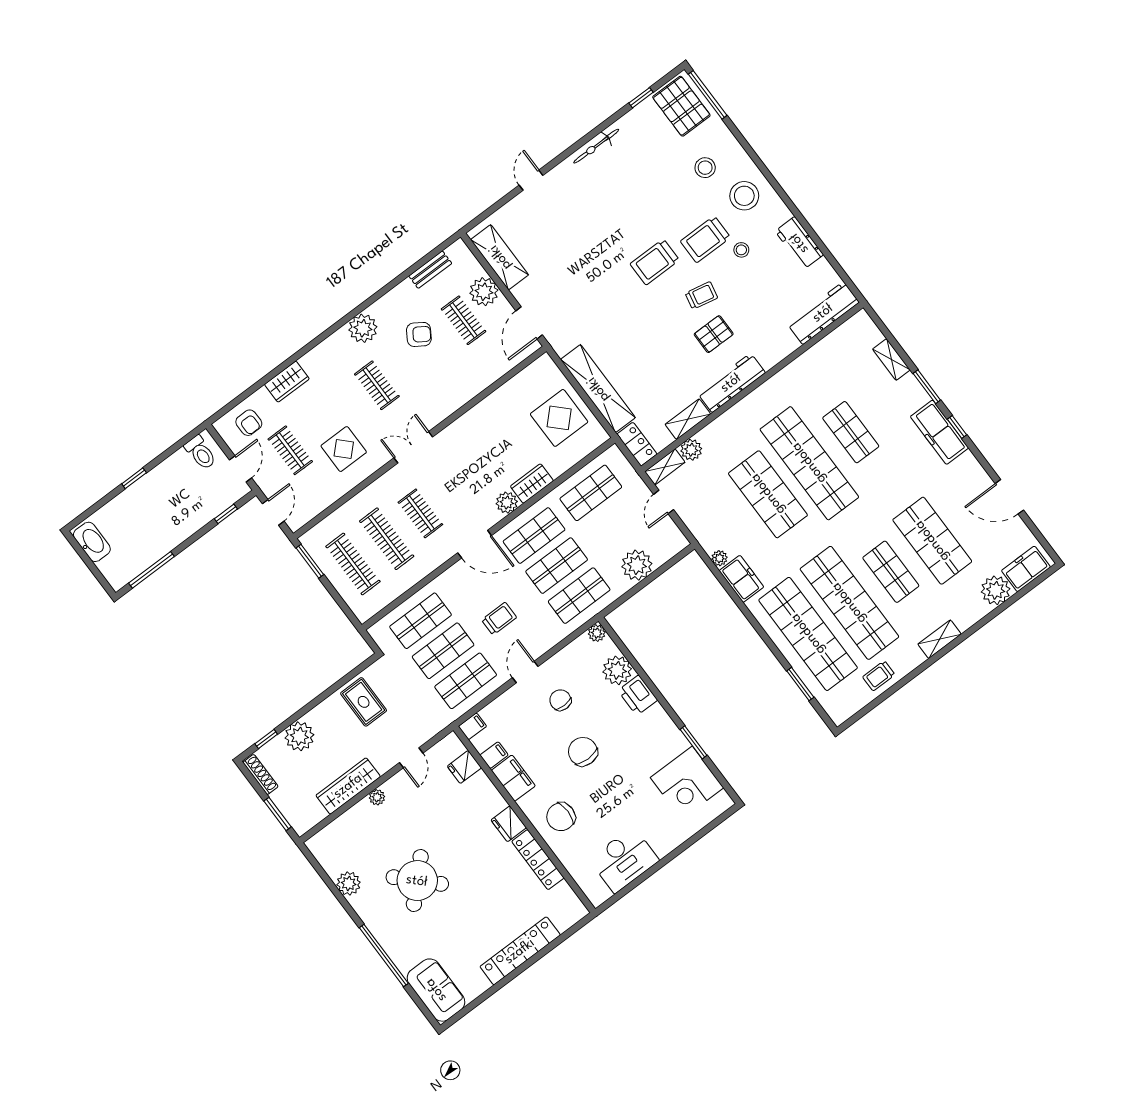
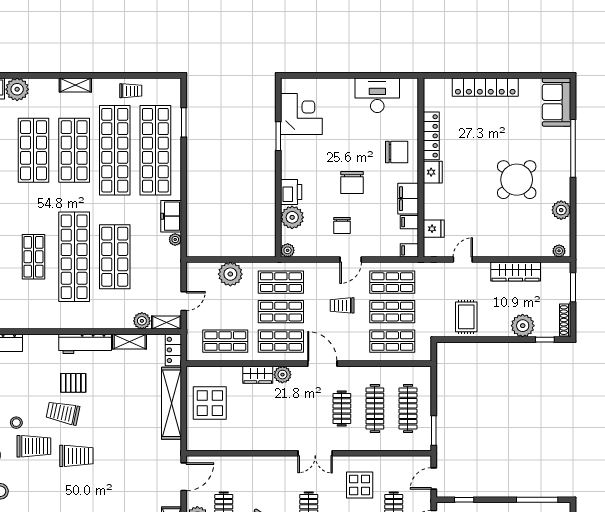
trolley: (701, 295) -> (63, 413), width x1.36, depth x1.39
shop shelf: (891, 572) -> (74, 150), width x1.43, depth x1.36
plant: (377, 797) -> (559, 251), moved

